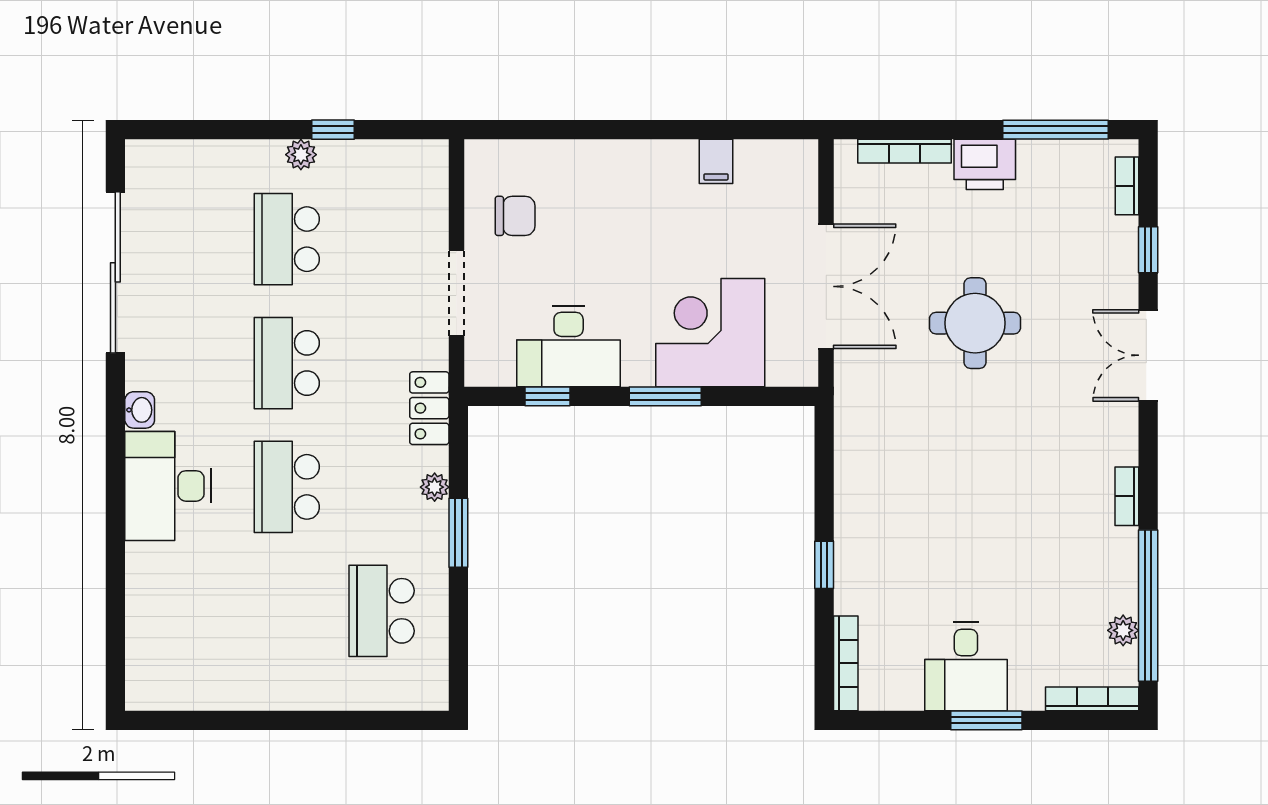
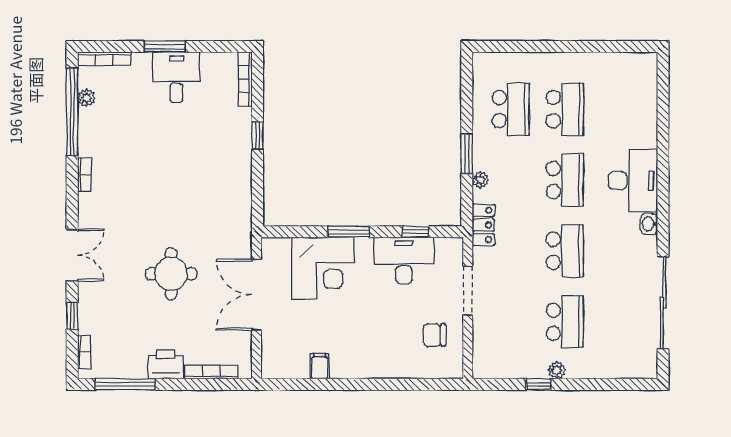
school desk: (287, 611) -> (565, 109), added

